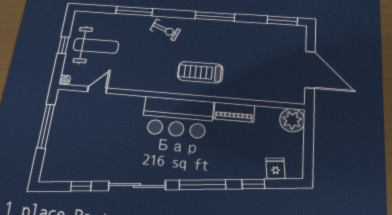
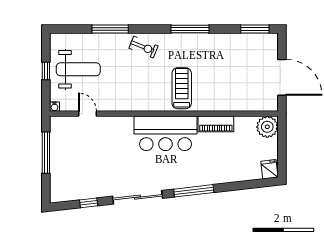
treadmill: (200, 72) -> (182, 88), turned 90
door: (97, 90) -> (87, 114), hinge flipped
fridge: (275, 168) -> (269, 169), moved
window: (253, 184) -> (237, 186), removed

